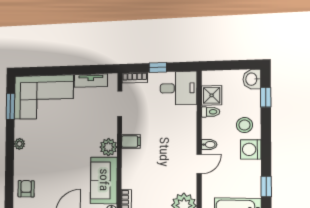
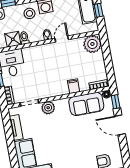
filing cabinet: (131, 141) -> (74, 86), moved
plant: (108, 147) -> (48, 108), moved
door: (199, 164) -> (62, 39), hinge flipped

